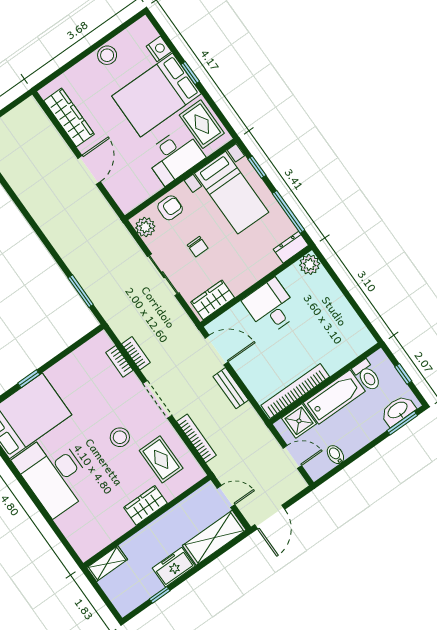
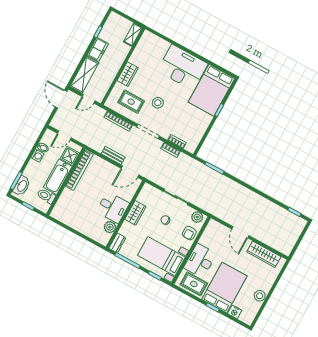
plant: (310, 264) -> (110, 227), moved
wardrobe: (213, 300) -> (135, 213), moved
washing machine: (350, 446) -> (37, 156), added

